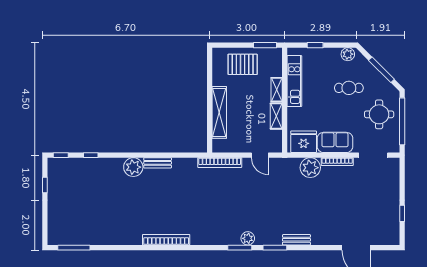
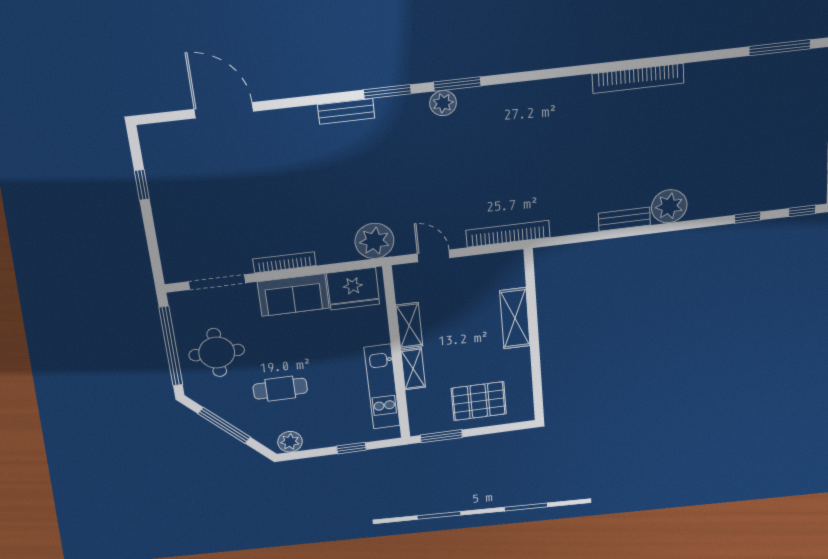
shelving: (219, 112) -> (515, 318), width x0.68
plant: (310, 168) -> (374, 241), moved
bookcase: (166, 240) -> (638, 78), moved

